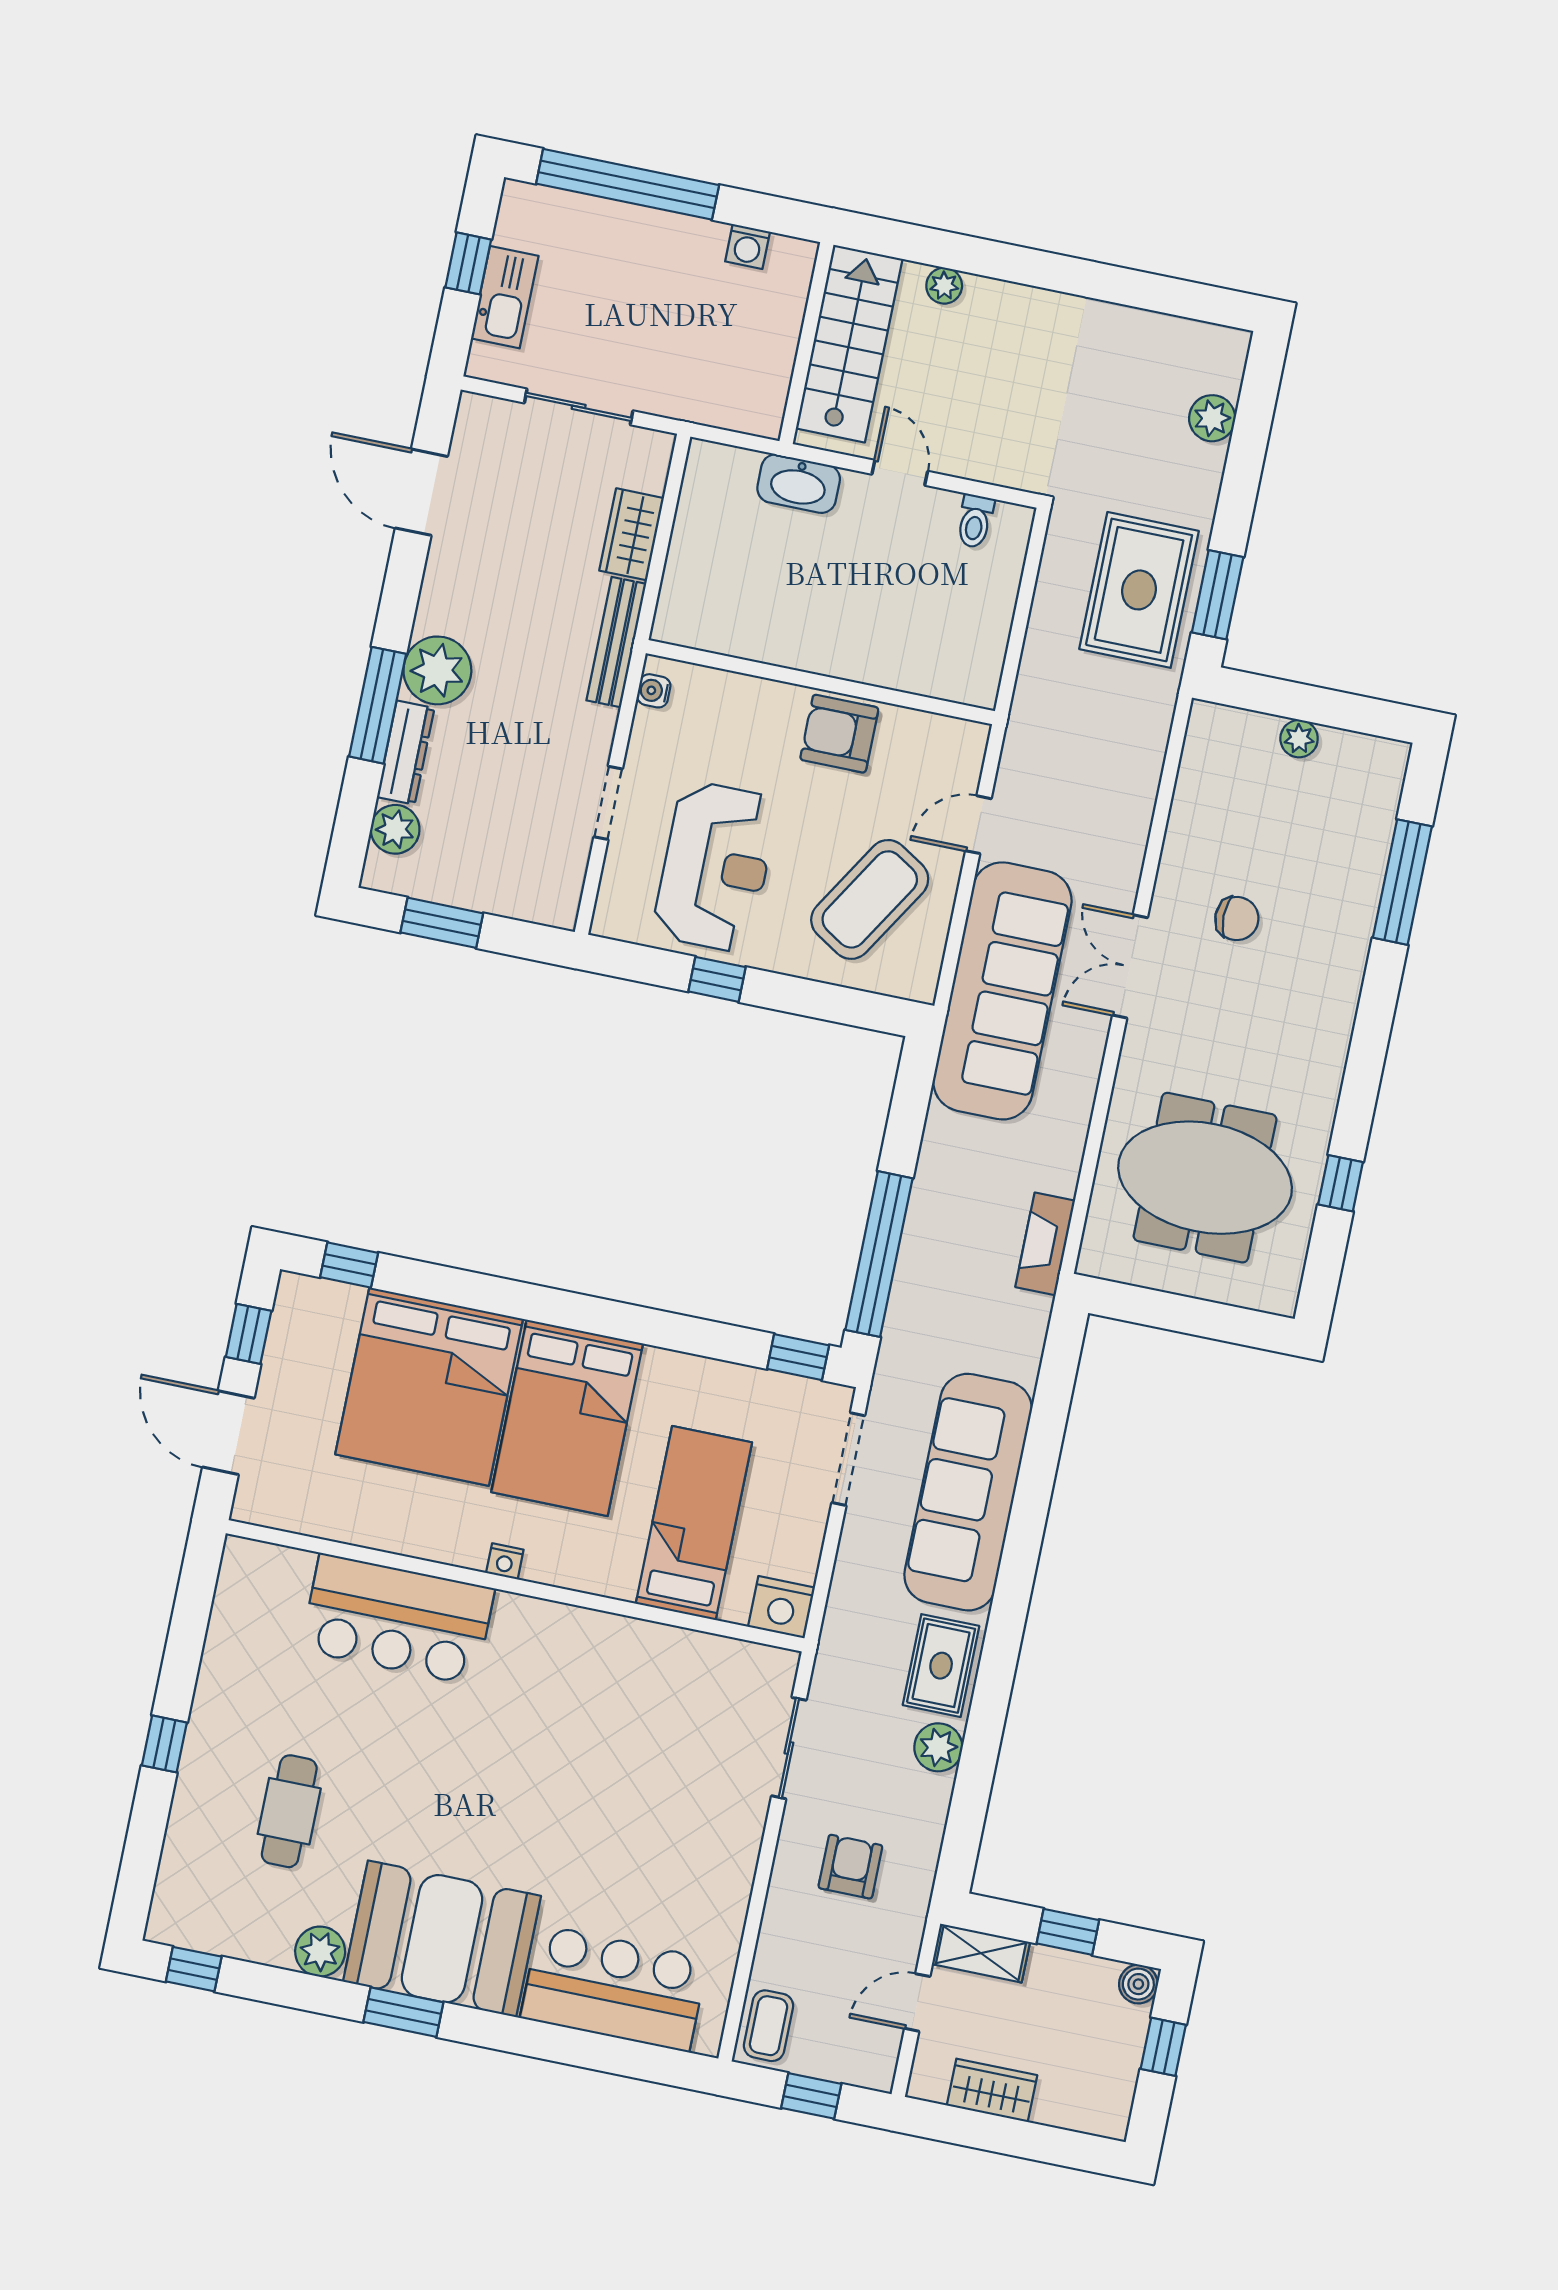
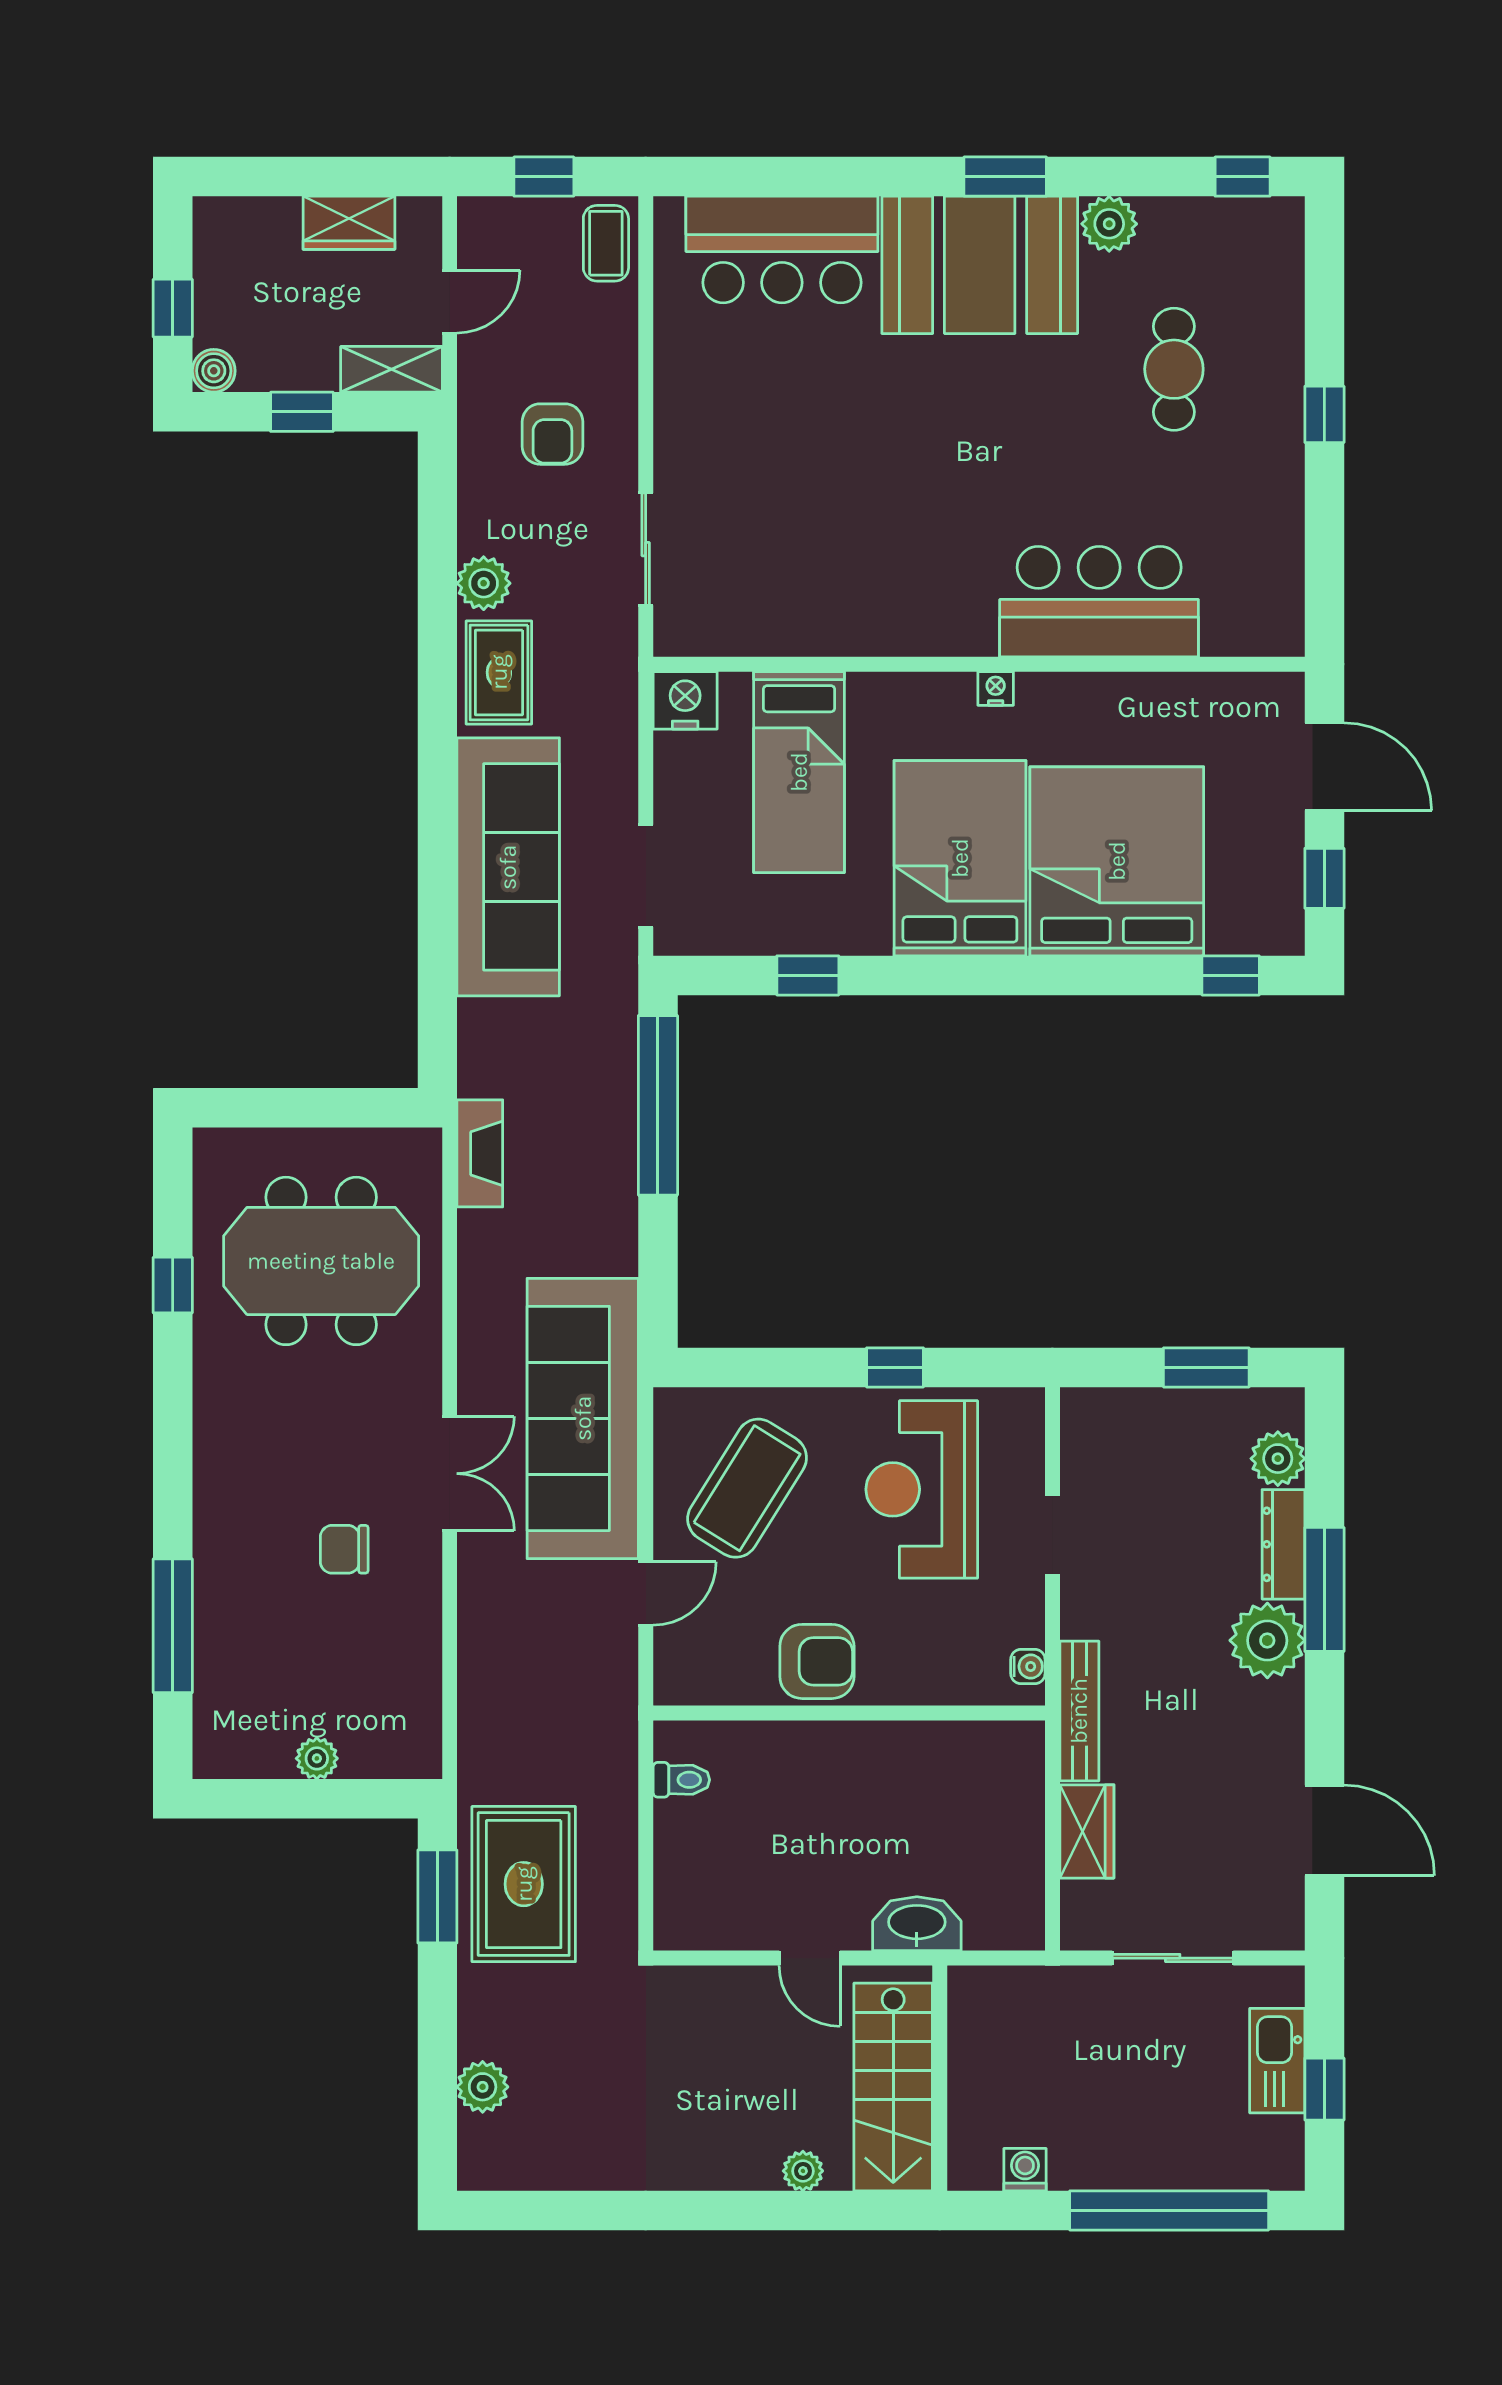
toilet: (975, 521) -> (681, 1780), moved, turned 90
window: (798, 1357) -> (808, 975), moved

